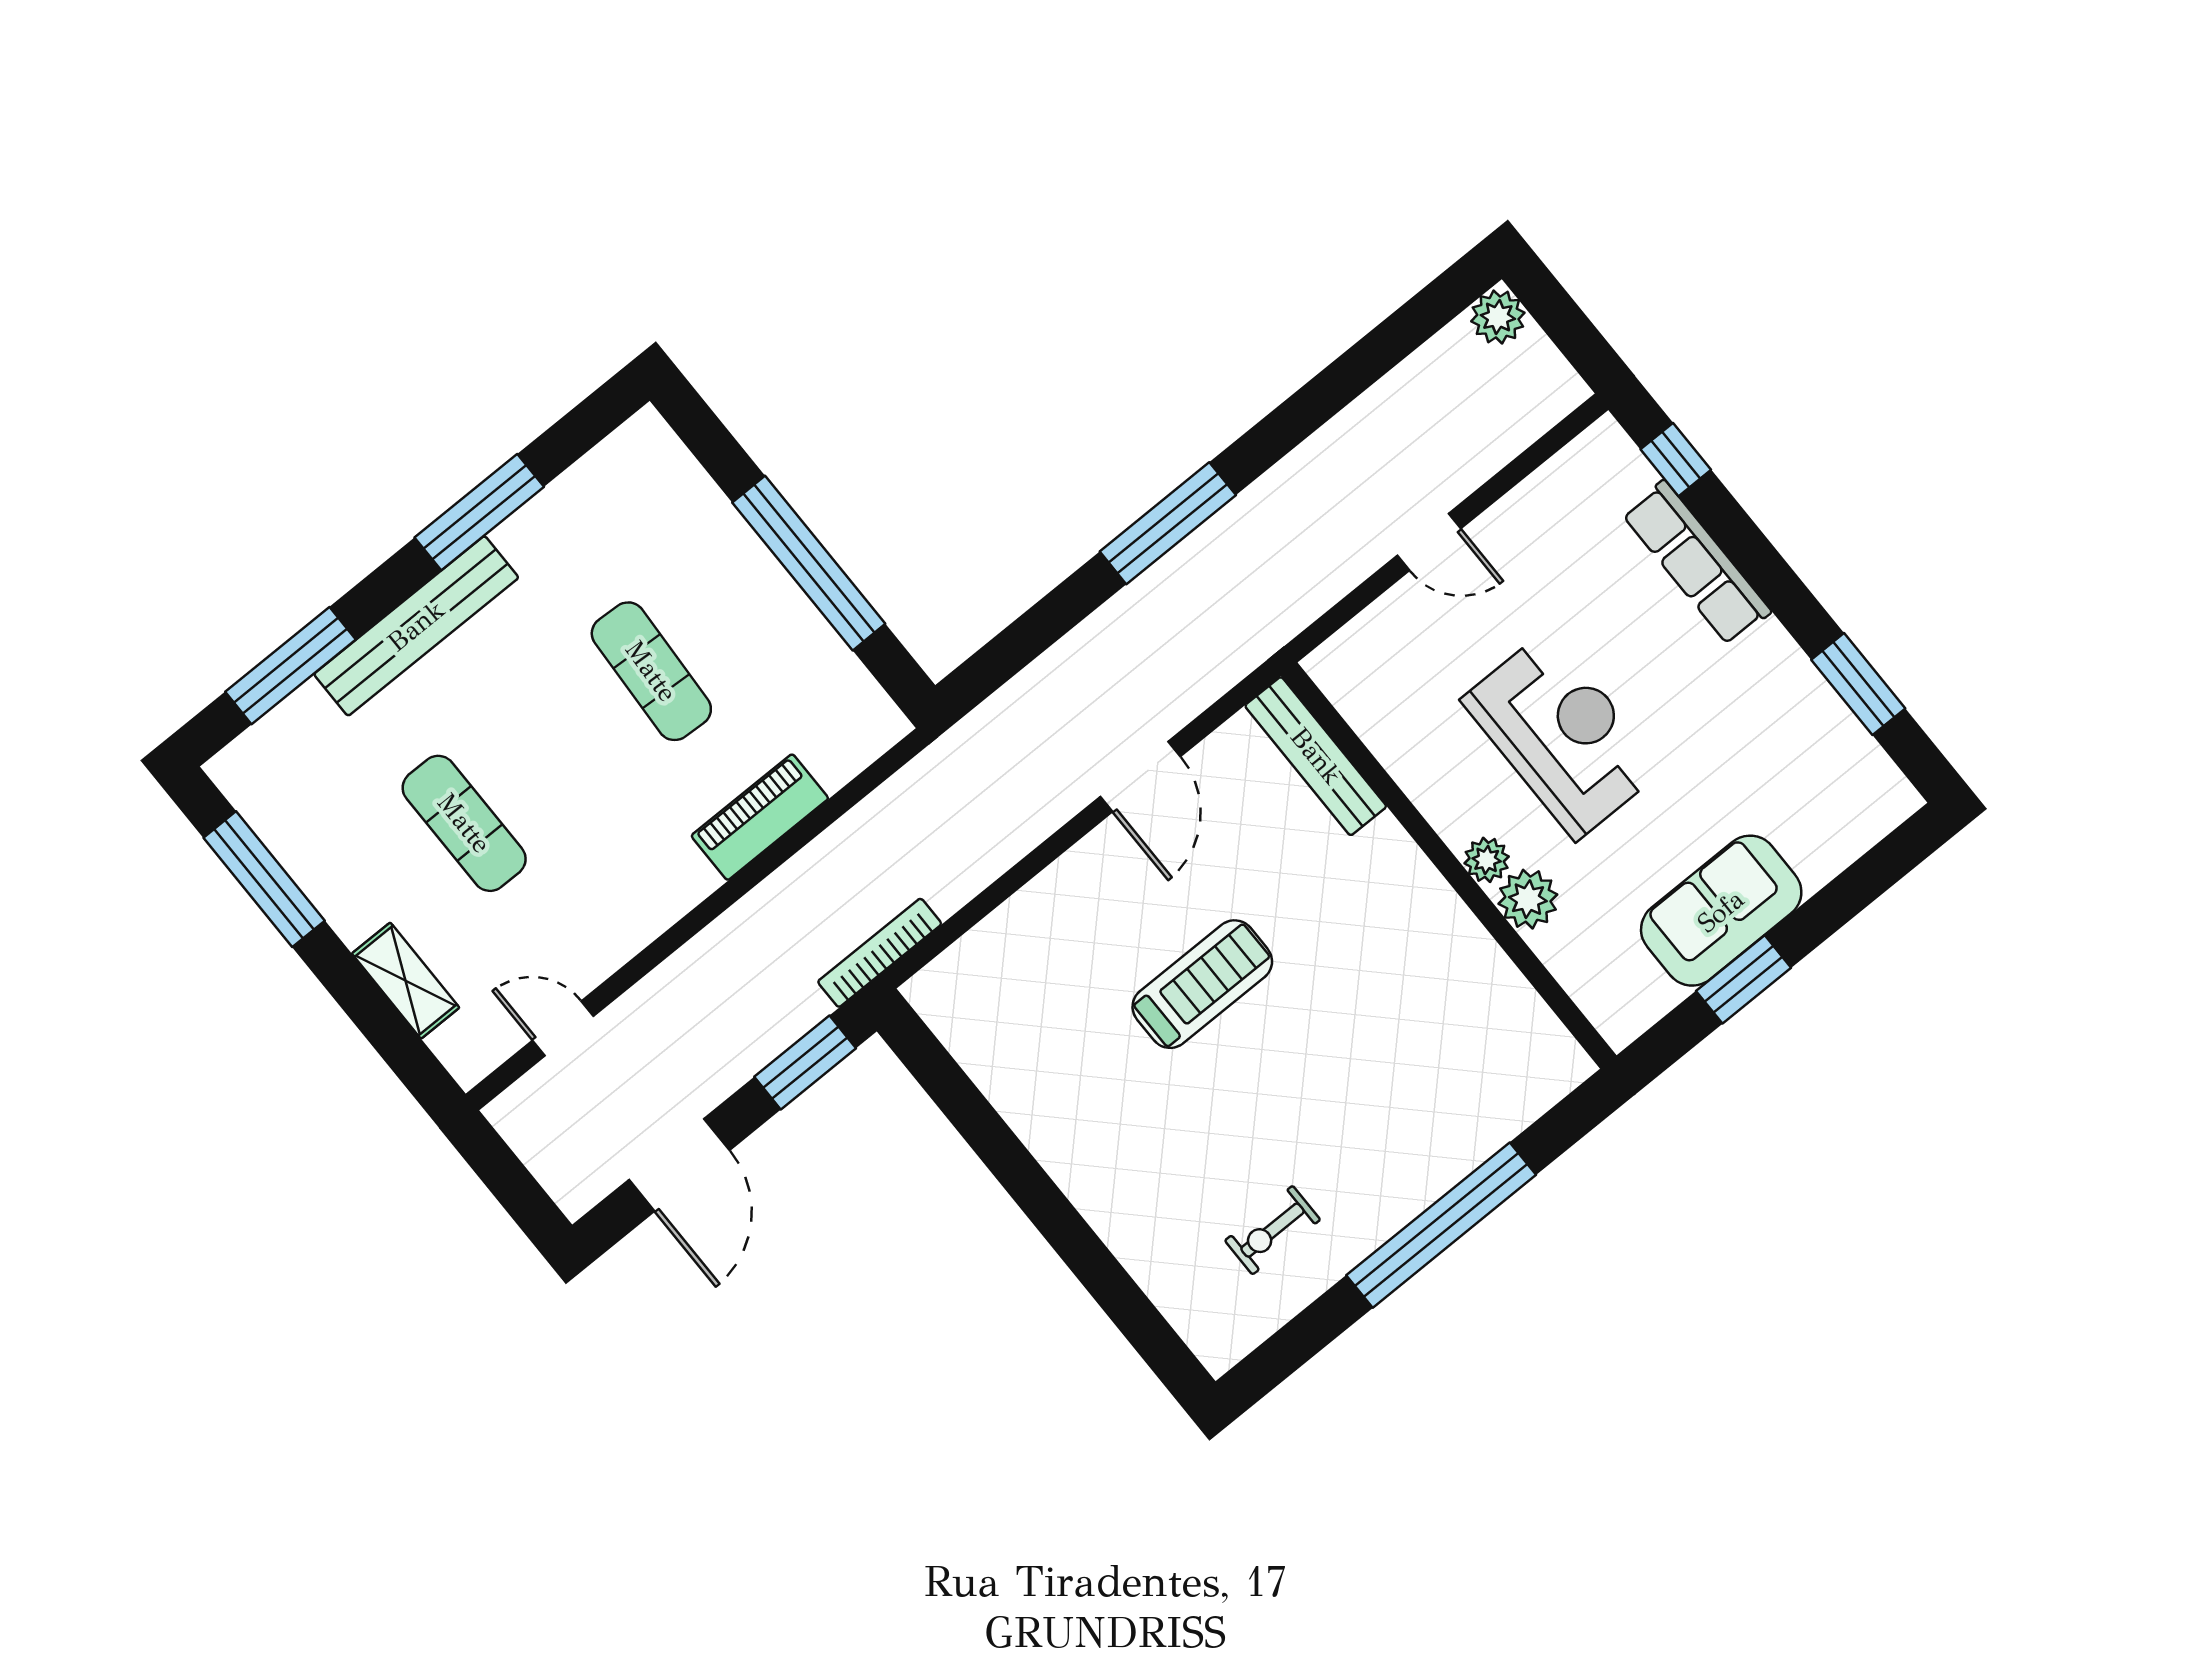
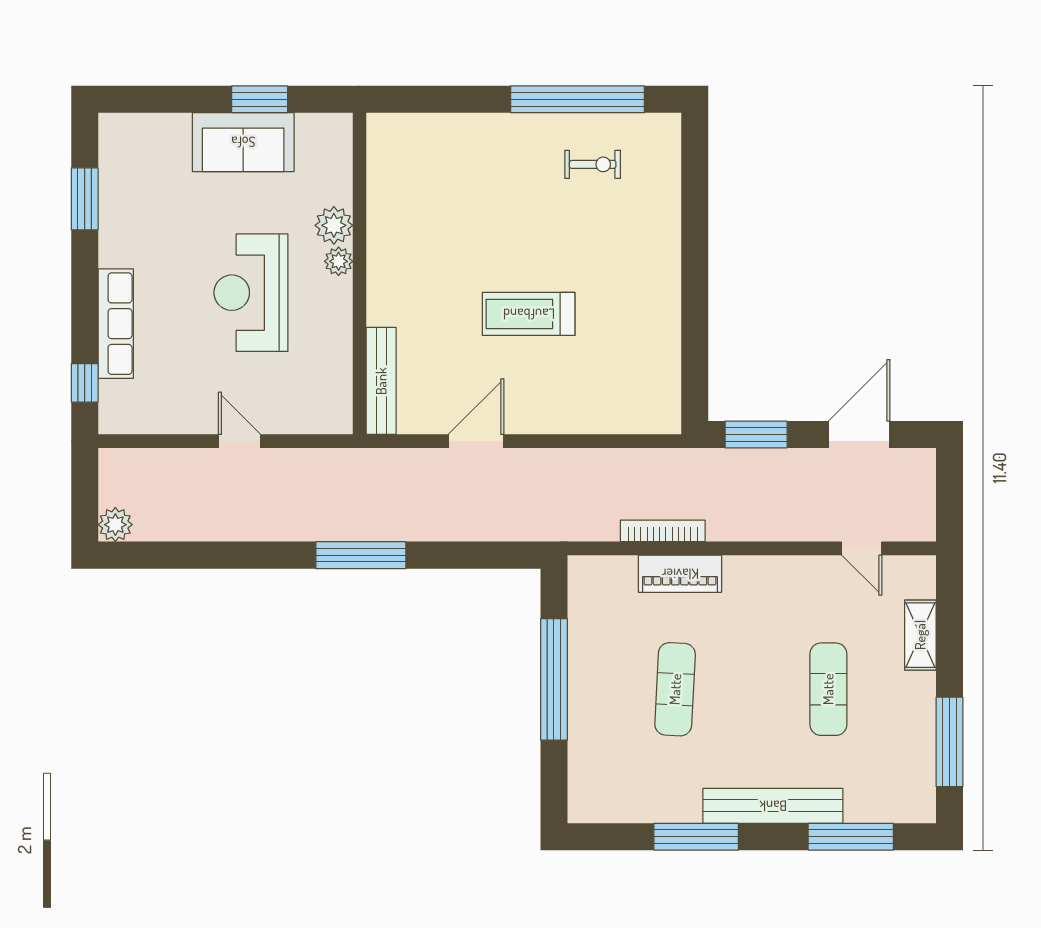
bookcase: (880, 953) -> (663, 531), moved, turned 180
window: (1441, 1225) -> (577, 99), moved

